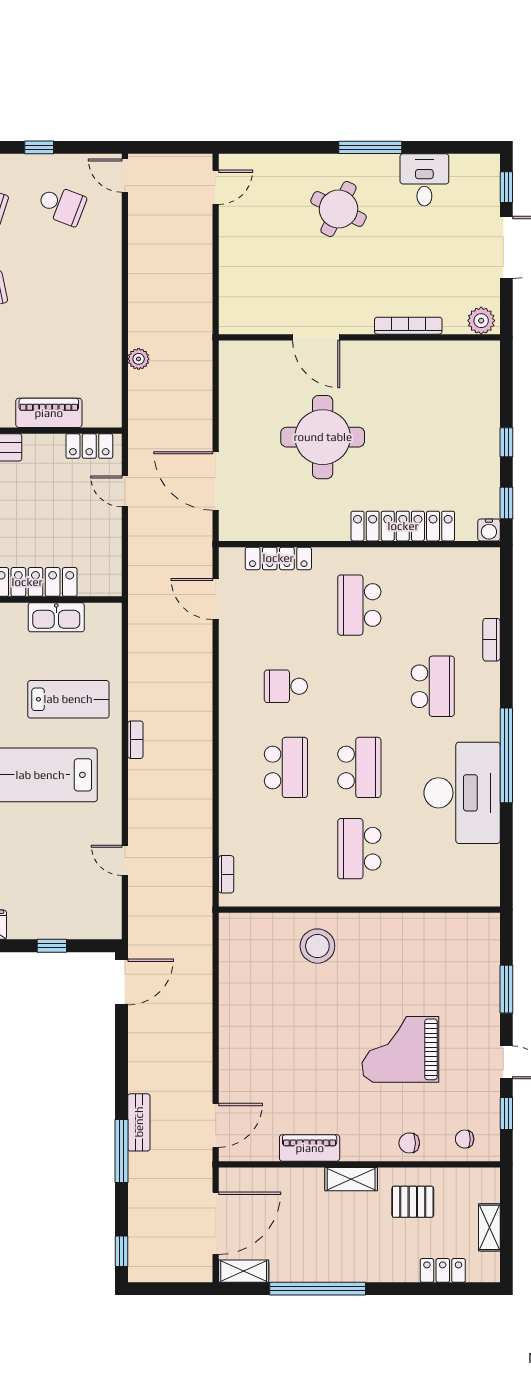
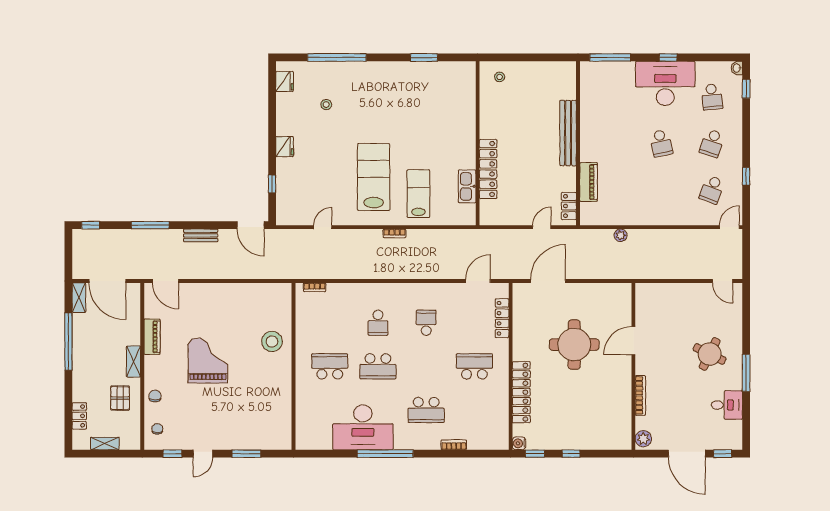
lab bench: (68, 699) -> (418, 194), turned 180
school desk: (286, 767) -> (378, 323), width x0.54
grand piano: (400, 1049) -> (208, 360), moved
bench: (139, 1122) -> (201, 235), moved

